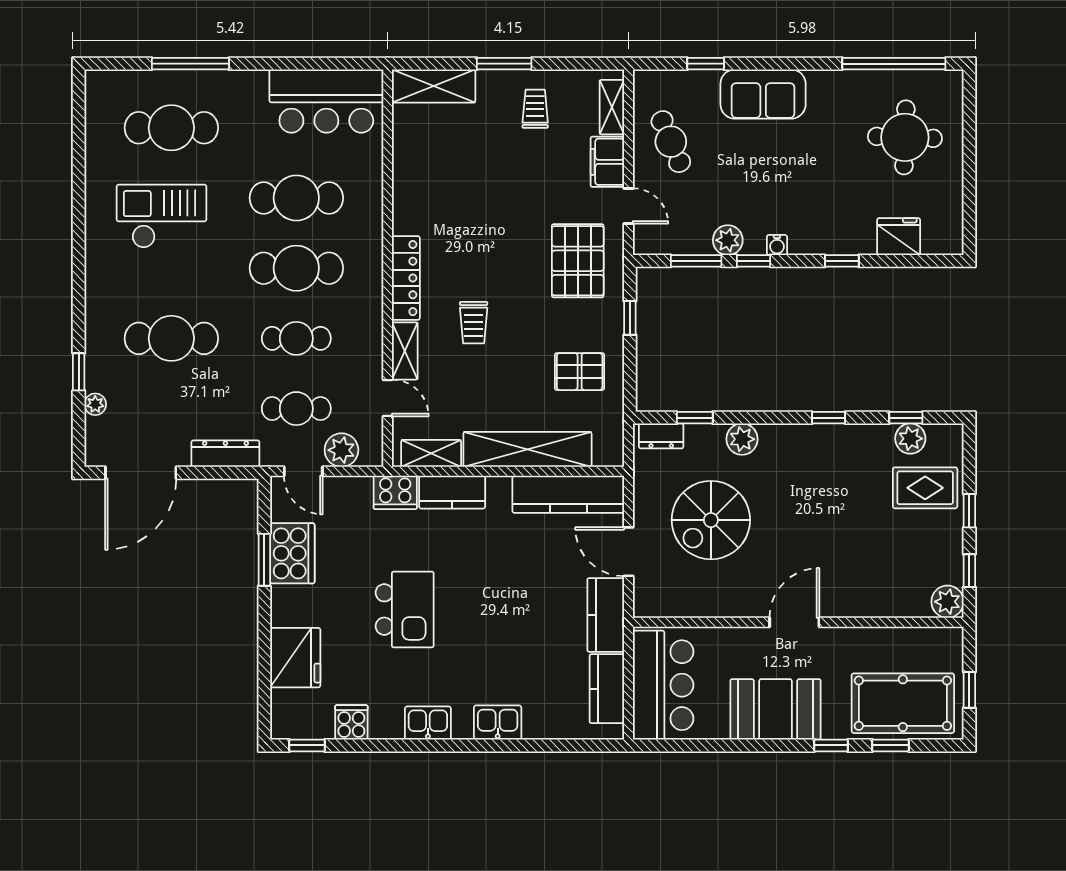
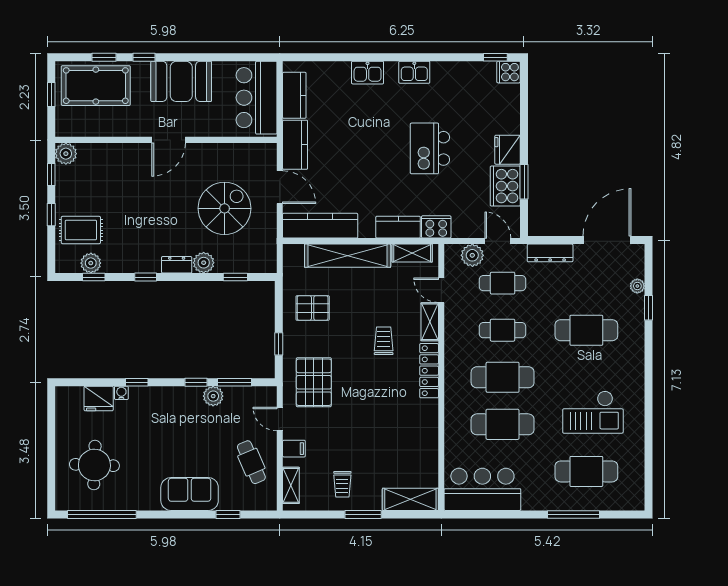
filing cabinet: (607, 162) -> (294, 449), width x0.50
water cooler: (777, 245) -> (121, 393), moved
dresser: (661, 436) -> (177, 265), moved
fridge: (295, 658) -> (508, 150), moved, width x0.73, depth x0.75
cooker: (351, 722) -> (509, 72), moved, turned 90

